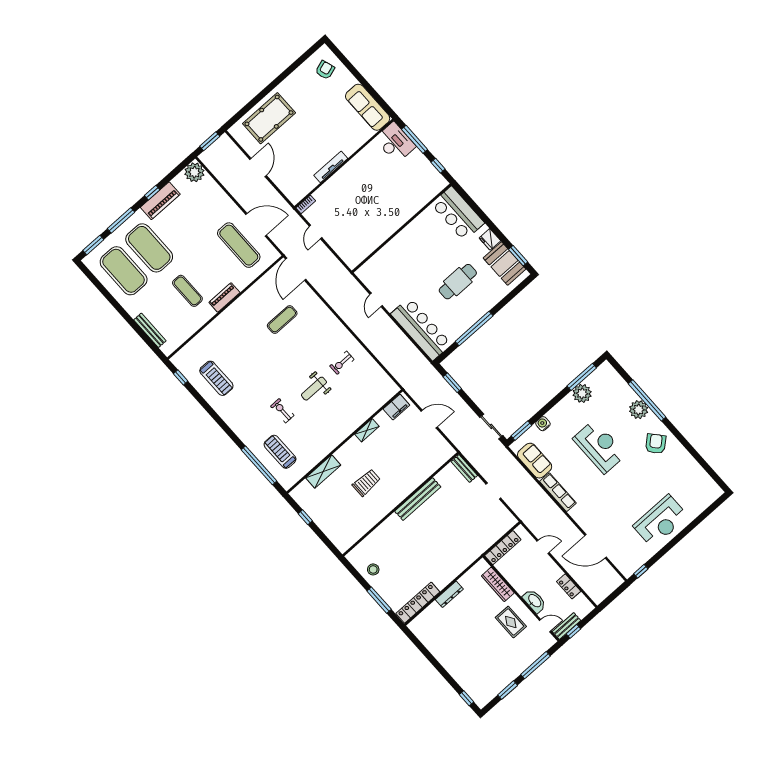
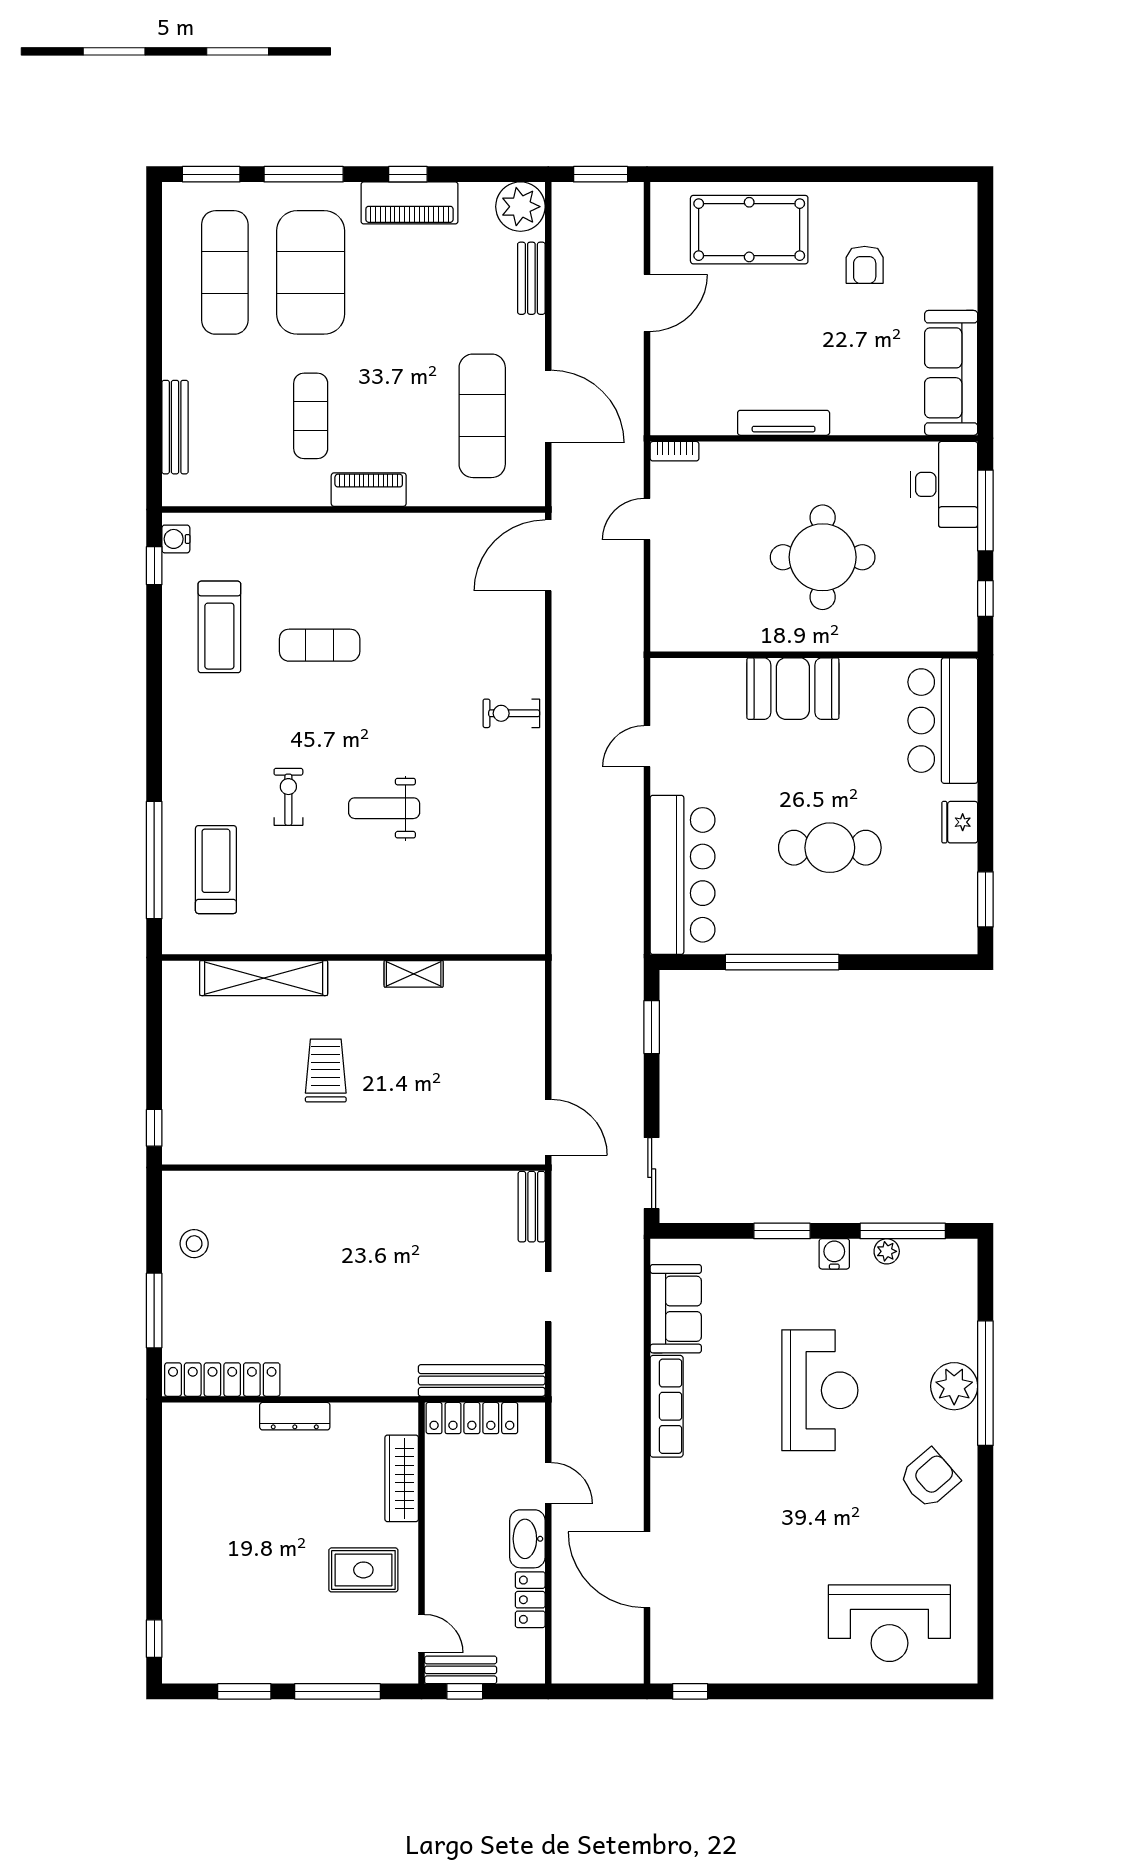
armchair: (325, 70) -> (865, 265), moved, turned 108
bench: (217, 191) -> (531, 278), added
round table: (378, 197) -> (823, 557), added
booth: (504, 264) -> (793, 689), moved, turned 90
exercise mat: (124, 271) -> (225, 272), width x0.68
exercise mat: (282, 320) -> (320, 645), moved
exercise bike: (342, 363) -> (511, 713), moved
water cooler: (180, 364) -> (176, 539), added
plant: (582, 393) -> (887, 1251), width x0.53, depth x0.53
filing cabinet: (396, 407) -> (507, 979), removed
door: (429, 419) -> (548, 1127), moved
water cooler: (543, 424) -> (834, 1254), moved
window: (521, 431) -> (782, 1231), moved
shelving: (323, 472) -> (264, 978), width x1.47
trolley: (366, 483) -> (326, 1071), turned -90
bench: (418, 499) -> (482, 1380), moved
window: (305, 517) -> (154, 1128), moved
reception desk: (661, 521) -> (889, 1623), moved
washbasin: (534, 601) -> (527, 1539), moved, turned 180
rug: (511, 622) -> (363, 1570), turned 90

